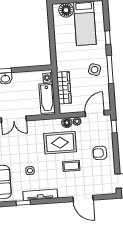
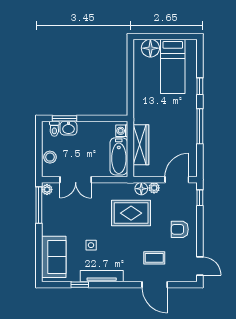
side table: (95, 70) -> (181, 125), removed
coffee table: (71, 166) -> (154, 258), moved

